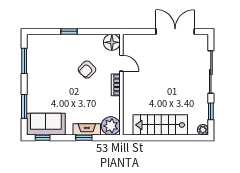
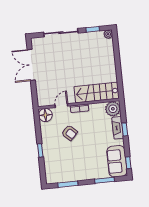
stairs: (160, 125) -> (97, 92), moved, turned 90

